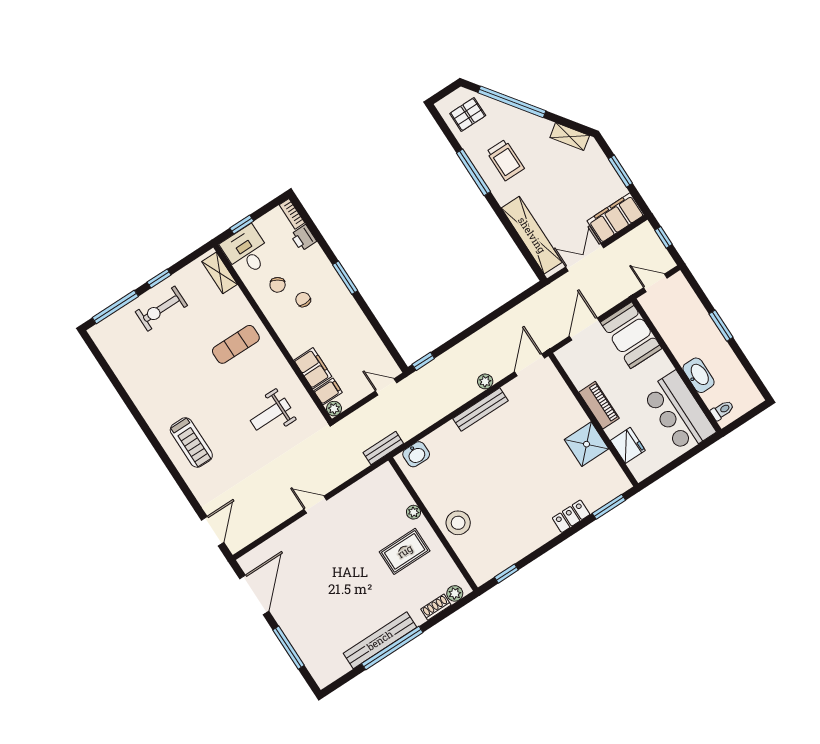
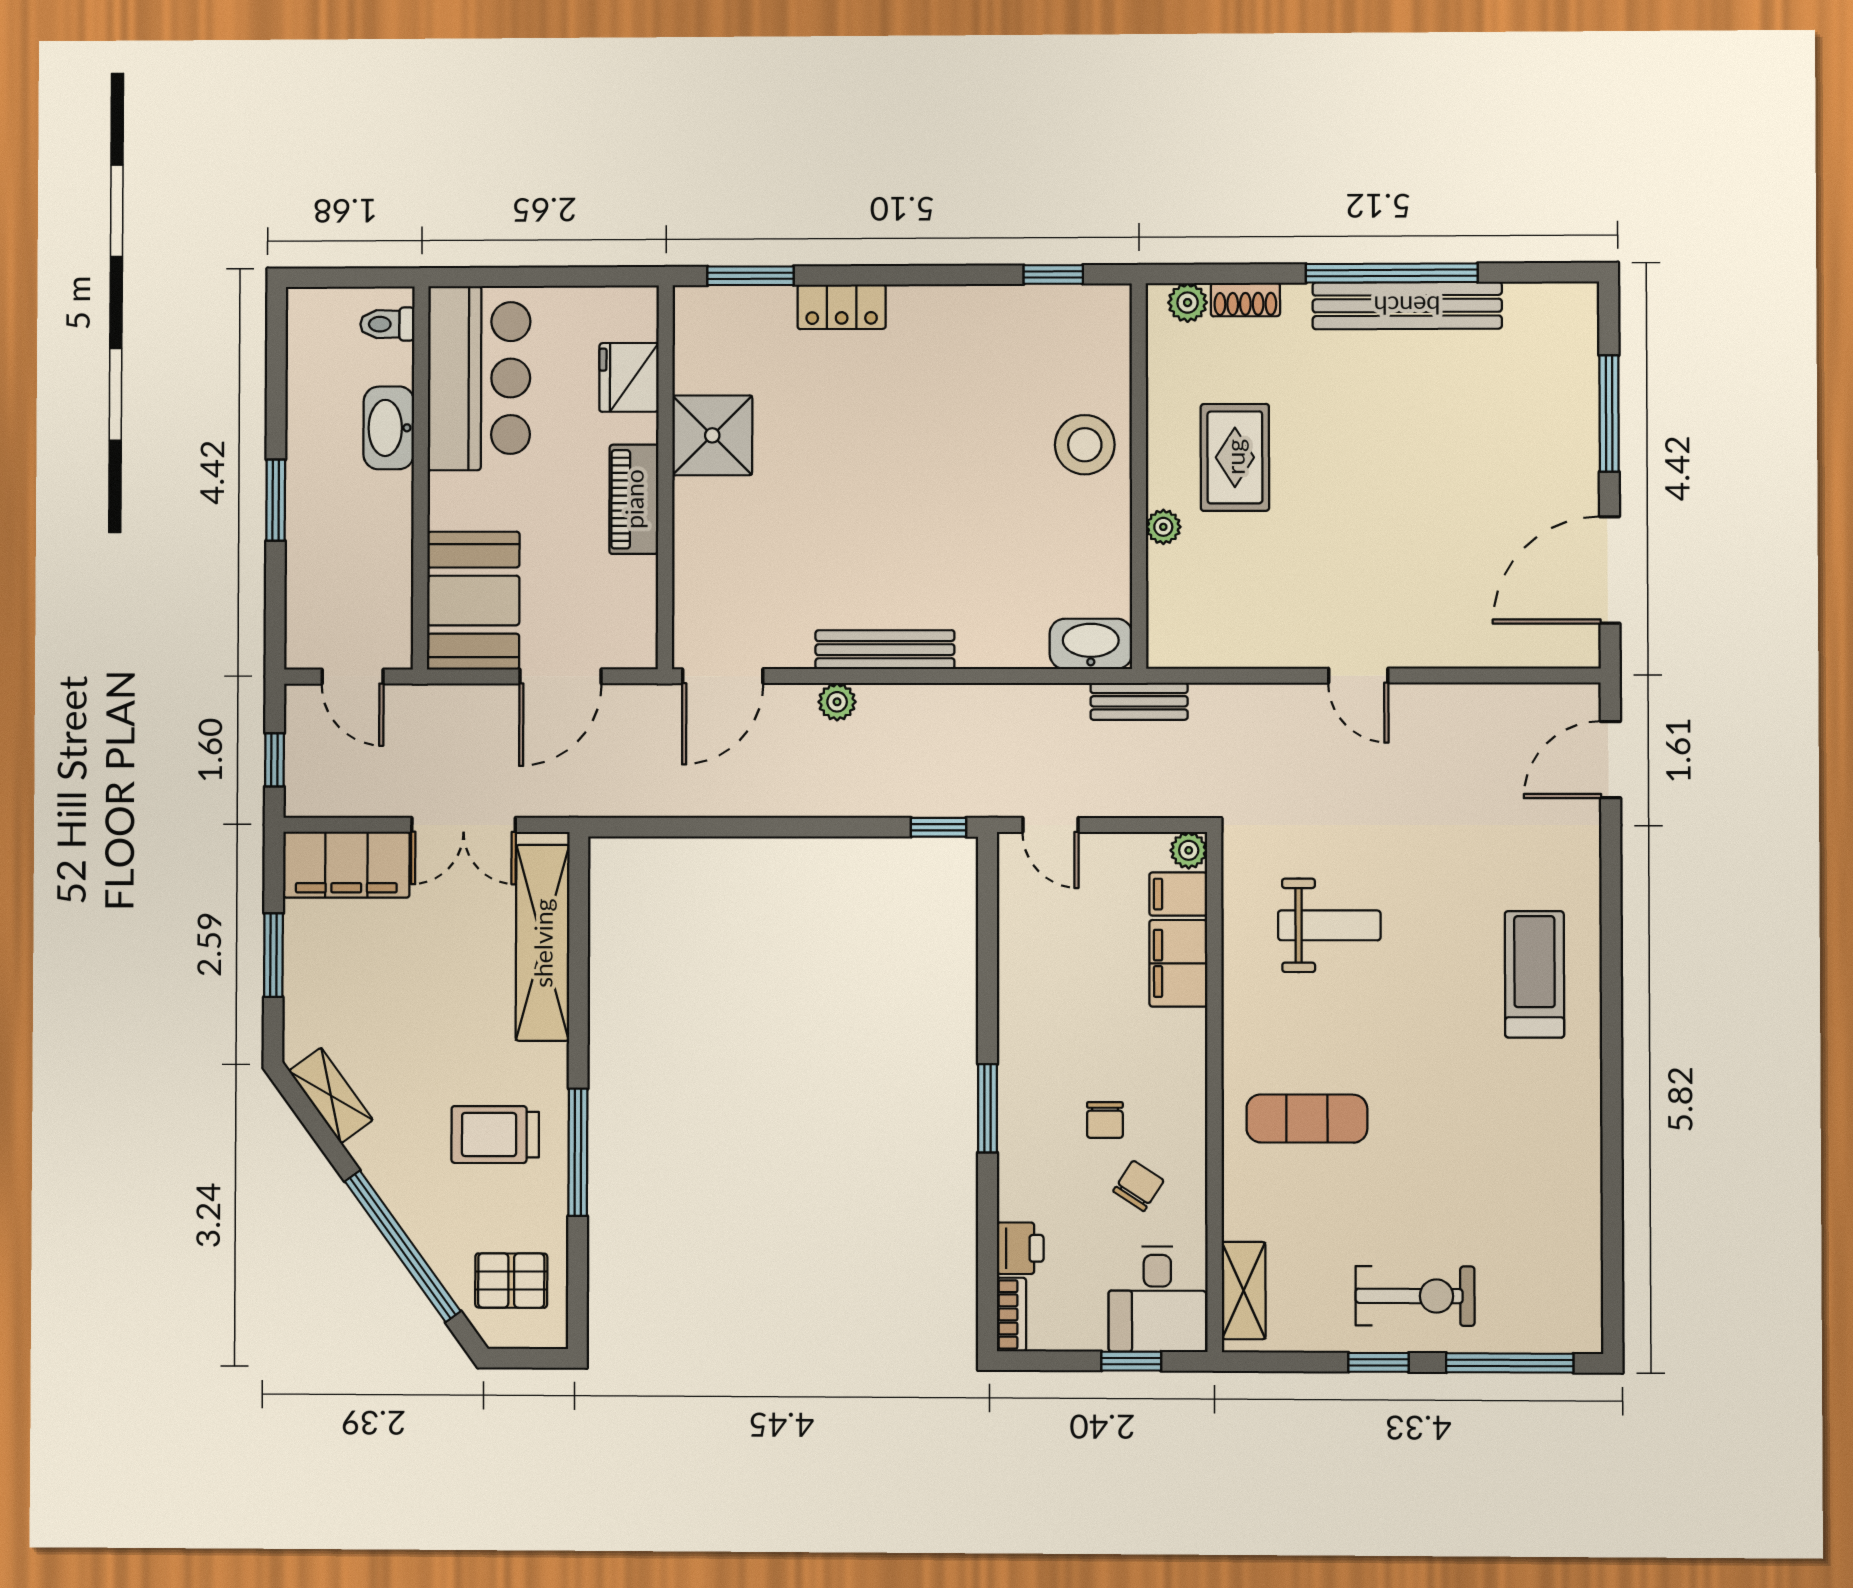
trolley: (505, 160) -> (495, 1135), turned -90
washbasin: (416, 454) -> (1091, 644), width x1.38
rug: (405, 551) -> (1235, 457), turned 90

